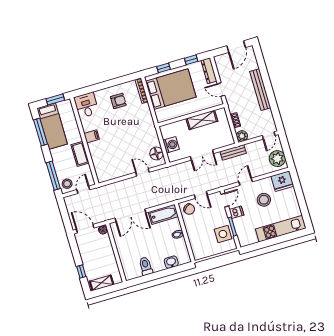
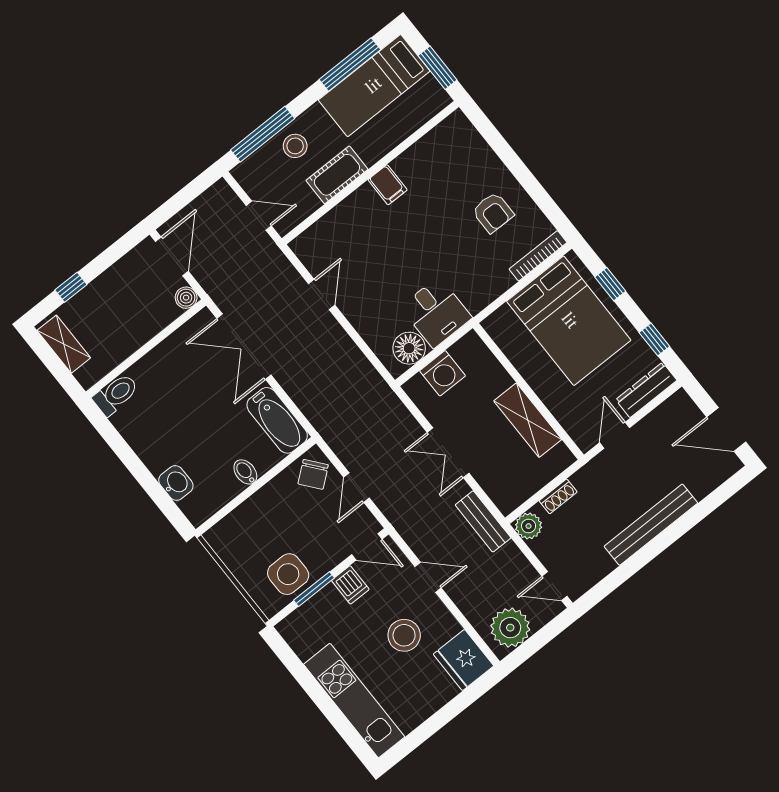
desk: (86, 105) -> (436, 312), moved, turned 90
door: (142, 172) -> (322, 294), moved
stool: (67, 184) -> (295, 146), moved
toilet: (146, 266) -> (116, 394), moved

